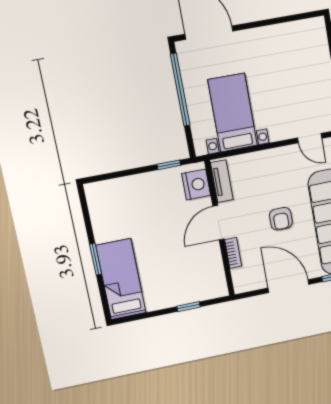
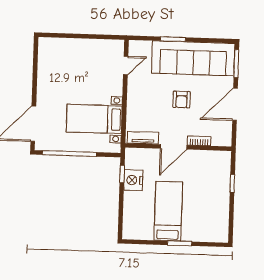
nightstand: (196, 184) -> (133, 180), moved, turned -90
armchair: (281, 219) -> (181, 100), turned 90
door: (219, 223) -> (174, 147), hinge flipped
bed: (121, 279) -> (168, 211), moved, turned 90

